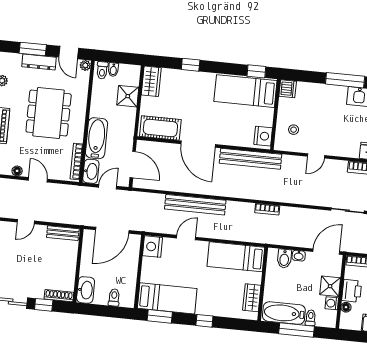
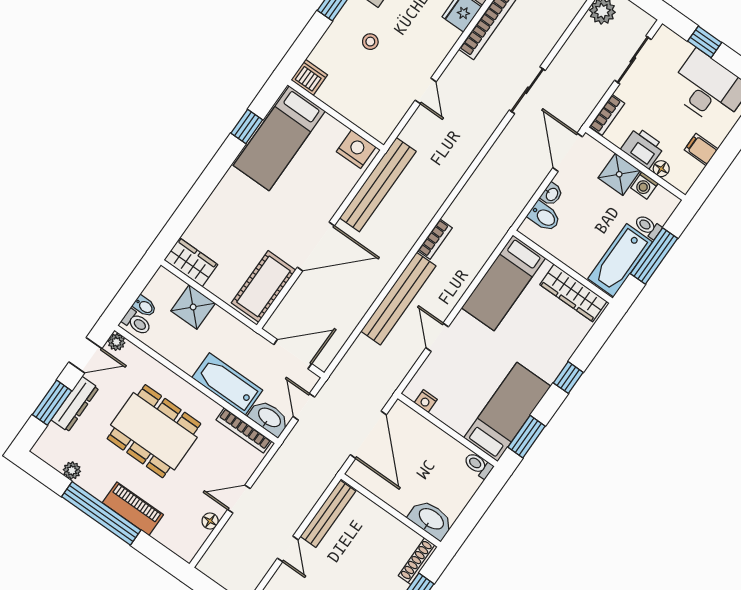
window: (191, 65) -> (199, 194), removed
window: (256, 71) -> (247, 127), moved
stool: (294, 130) -> (370, 42), moved
bookcase: (267, 209) -> (435, 239), moved
bench: (63, 233) -> (328, 514), width x1.36
nightstand: (153, 247) -> (426, 401), width x0.53, depth x0.56
toilet: (114, 297) -> (478, 465), moved
wardrobe: (252, 298) -> (573, 293), width x1.50

